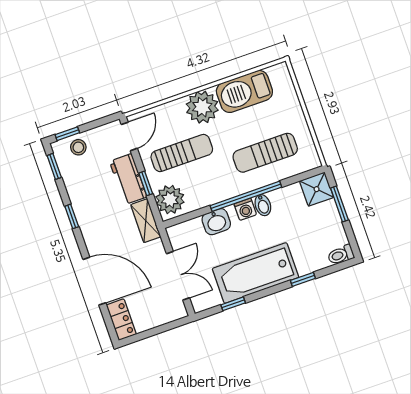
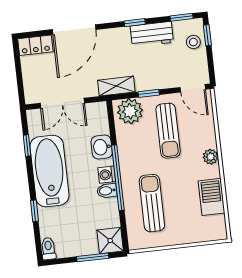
barbecue: (244, 91) -> (212, 197), width x0.73, depth x0.83
plant: (202, 107) -> (211, 157), width x0.53, depth x0.53
workbench: (128, 179) -> (152, 34), moved, turned 180

